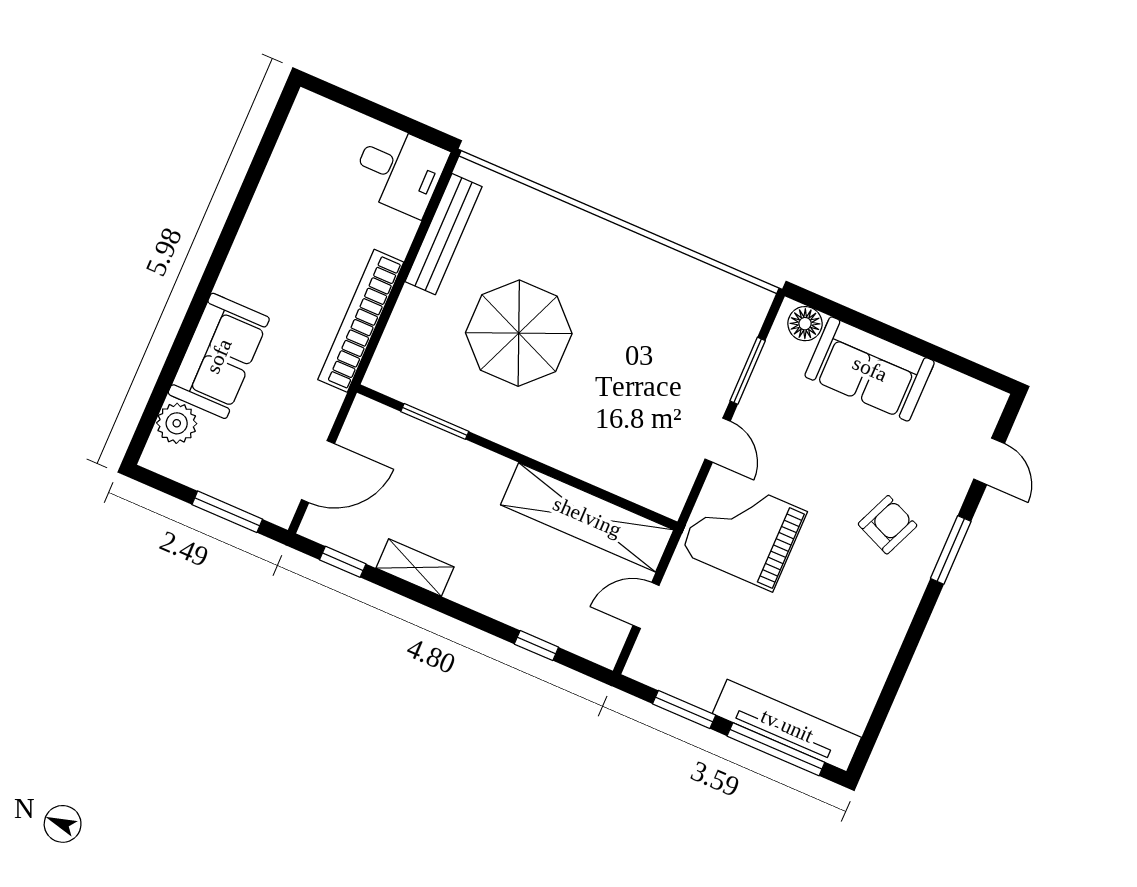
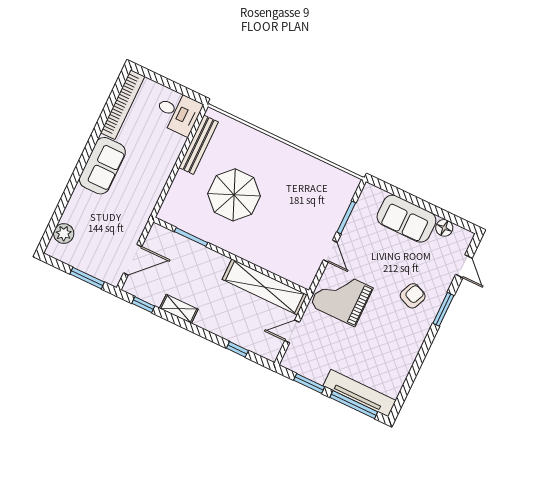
bookcase: (361, 321) -> (123, 105), moved, turned 180
floor lamp: (805, 324) -> (444, 228), moved
sofa: (219, 356) -> (102, 166), moved

